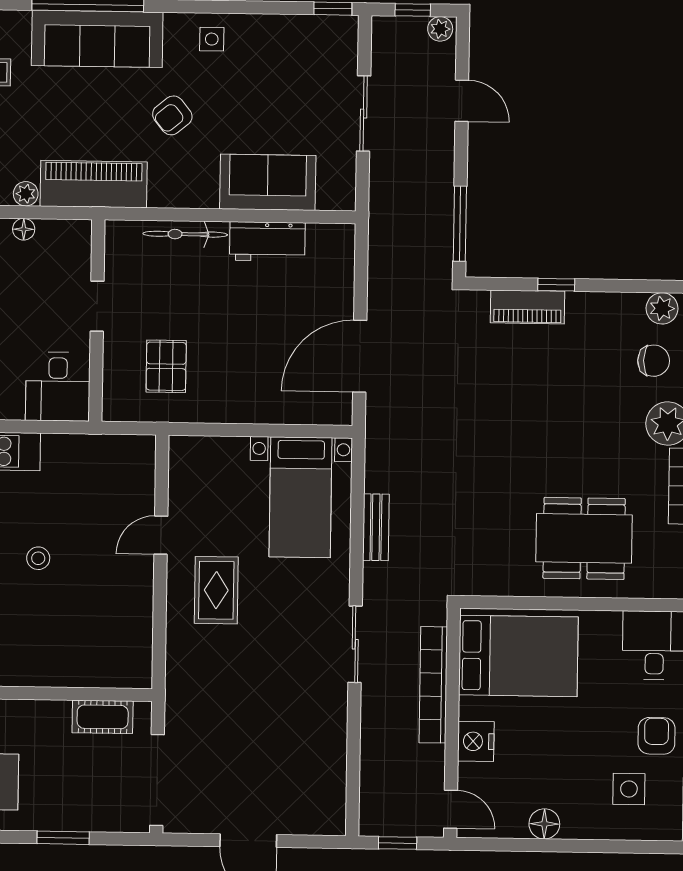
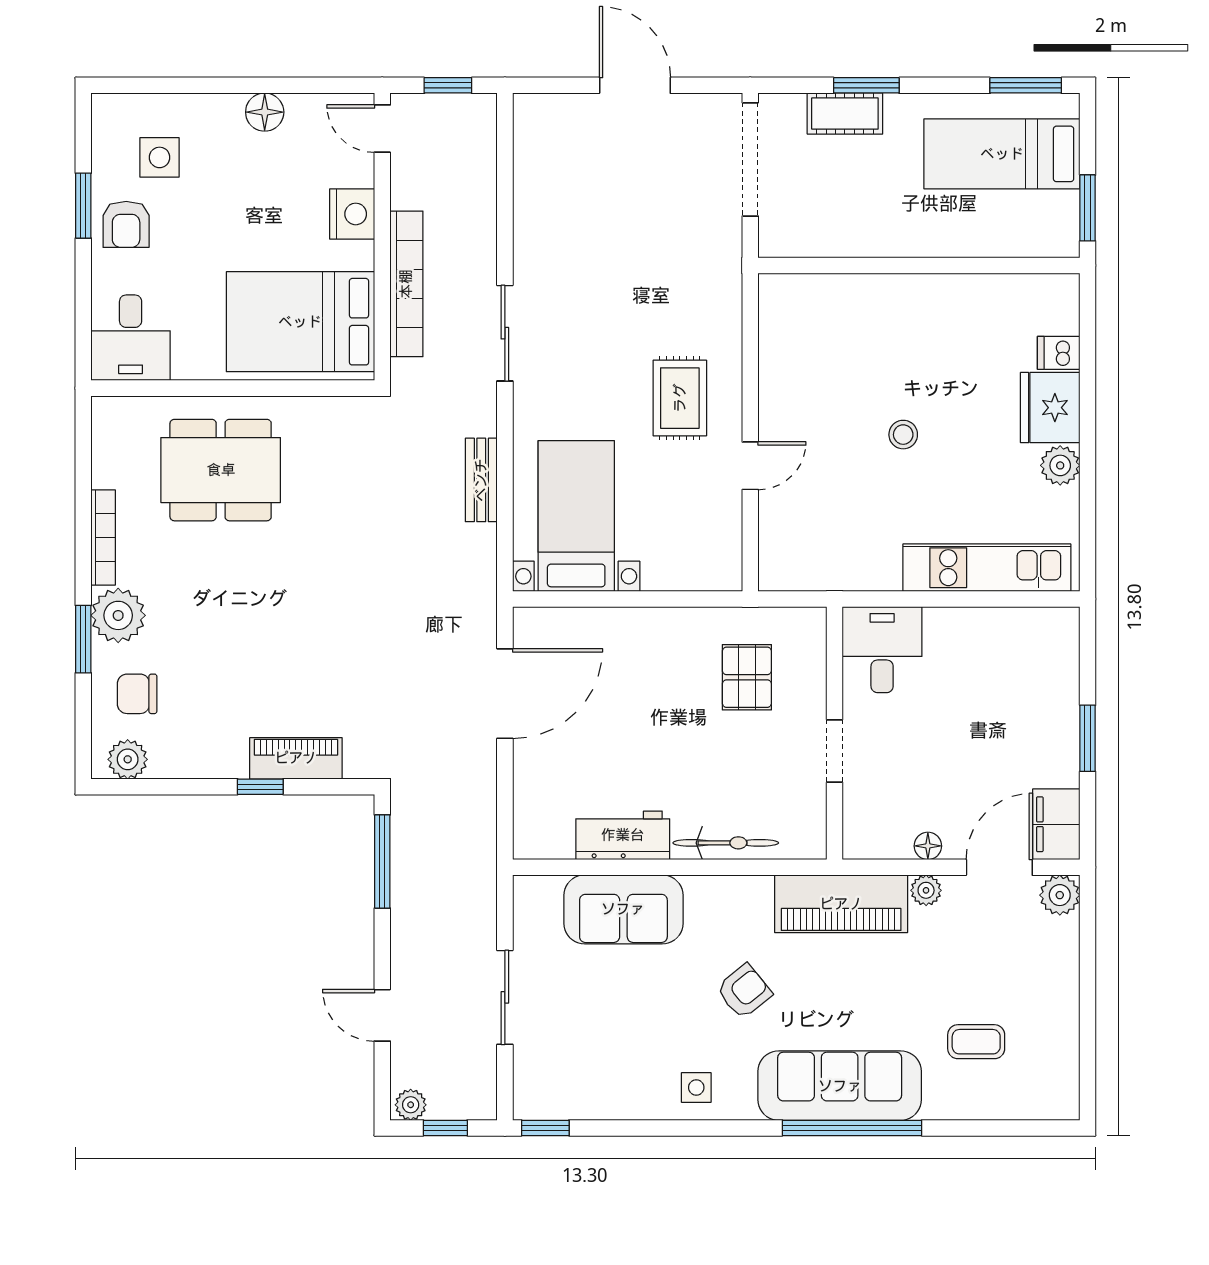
cot: (103, 717) -> (845, 113), moved

